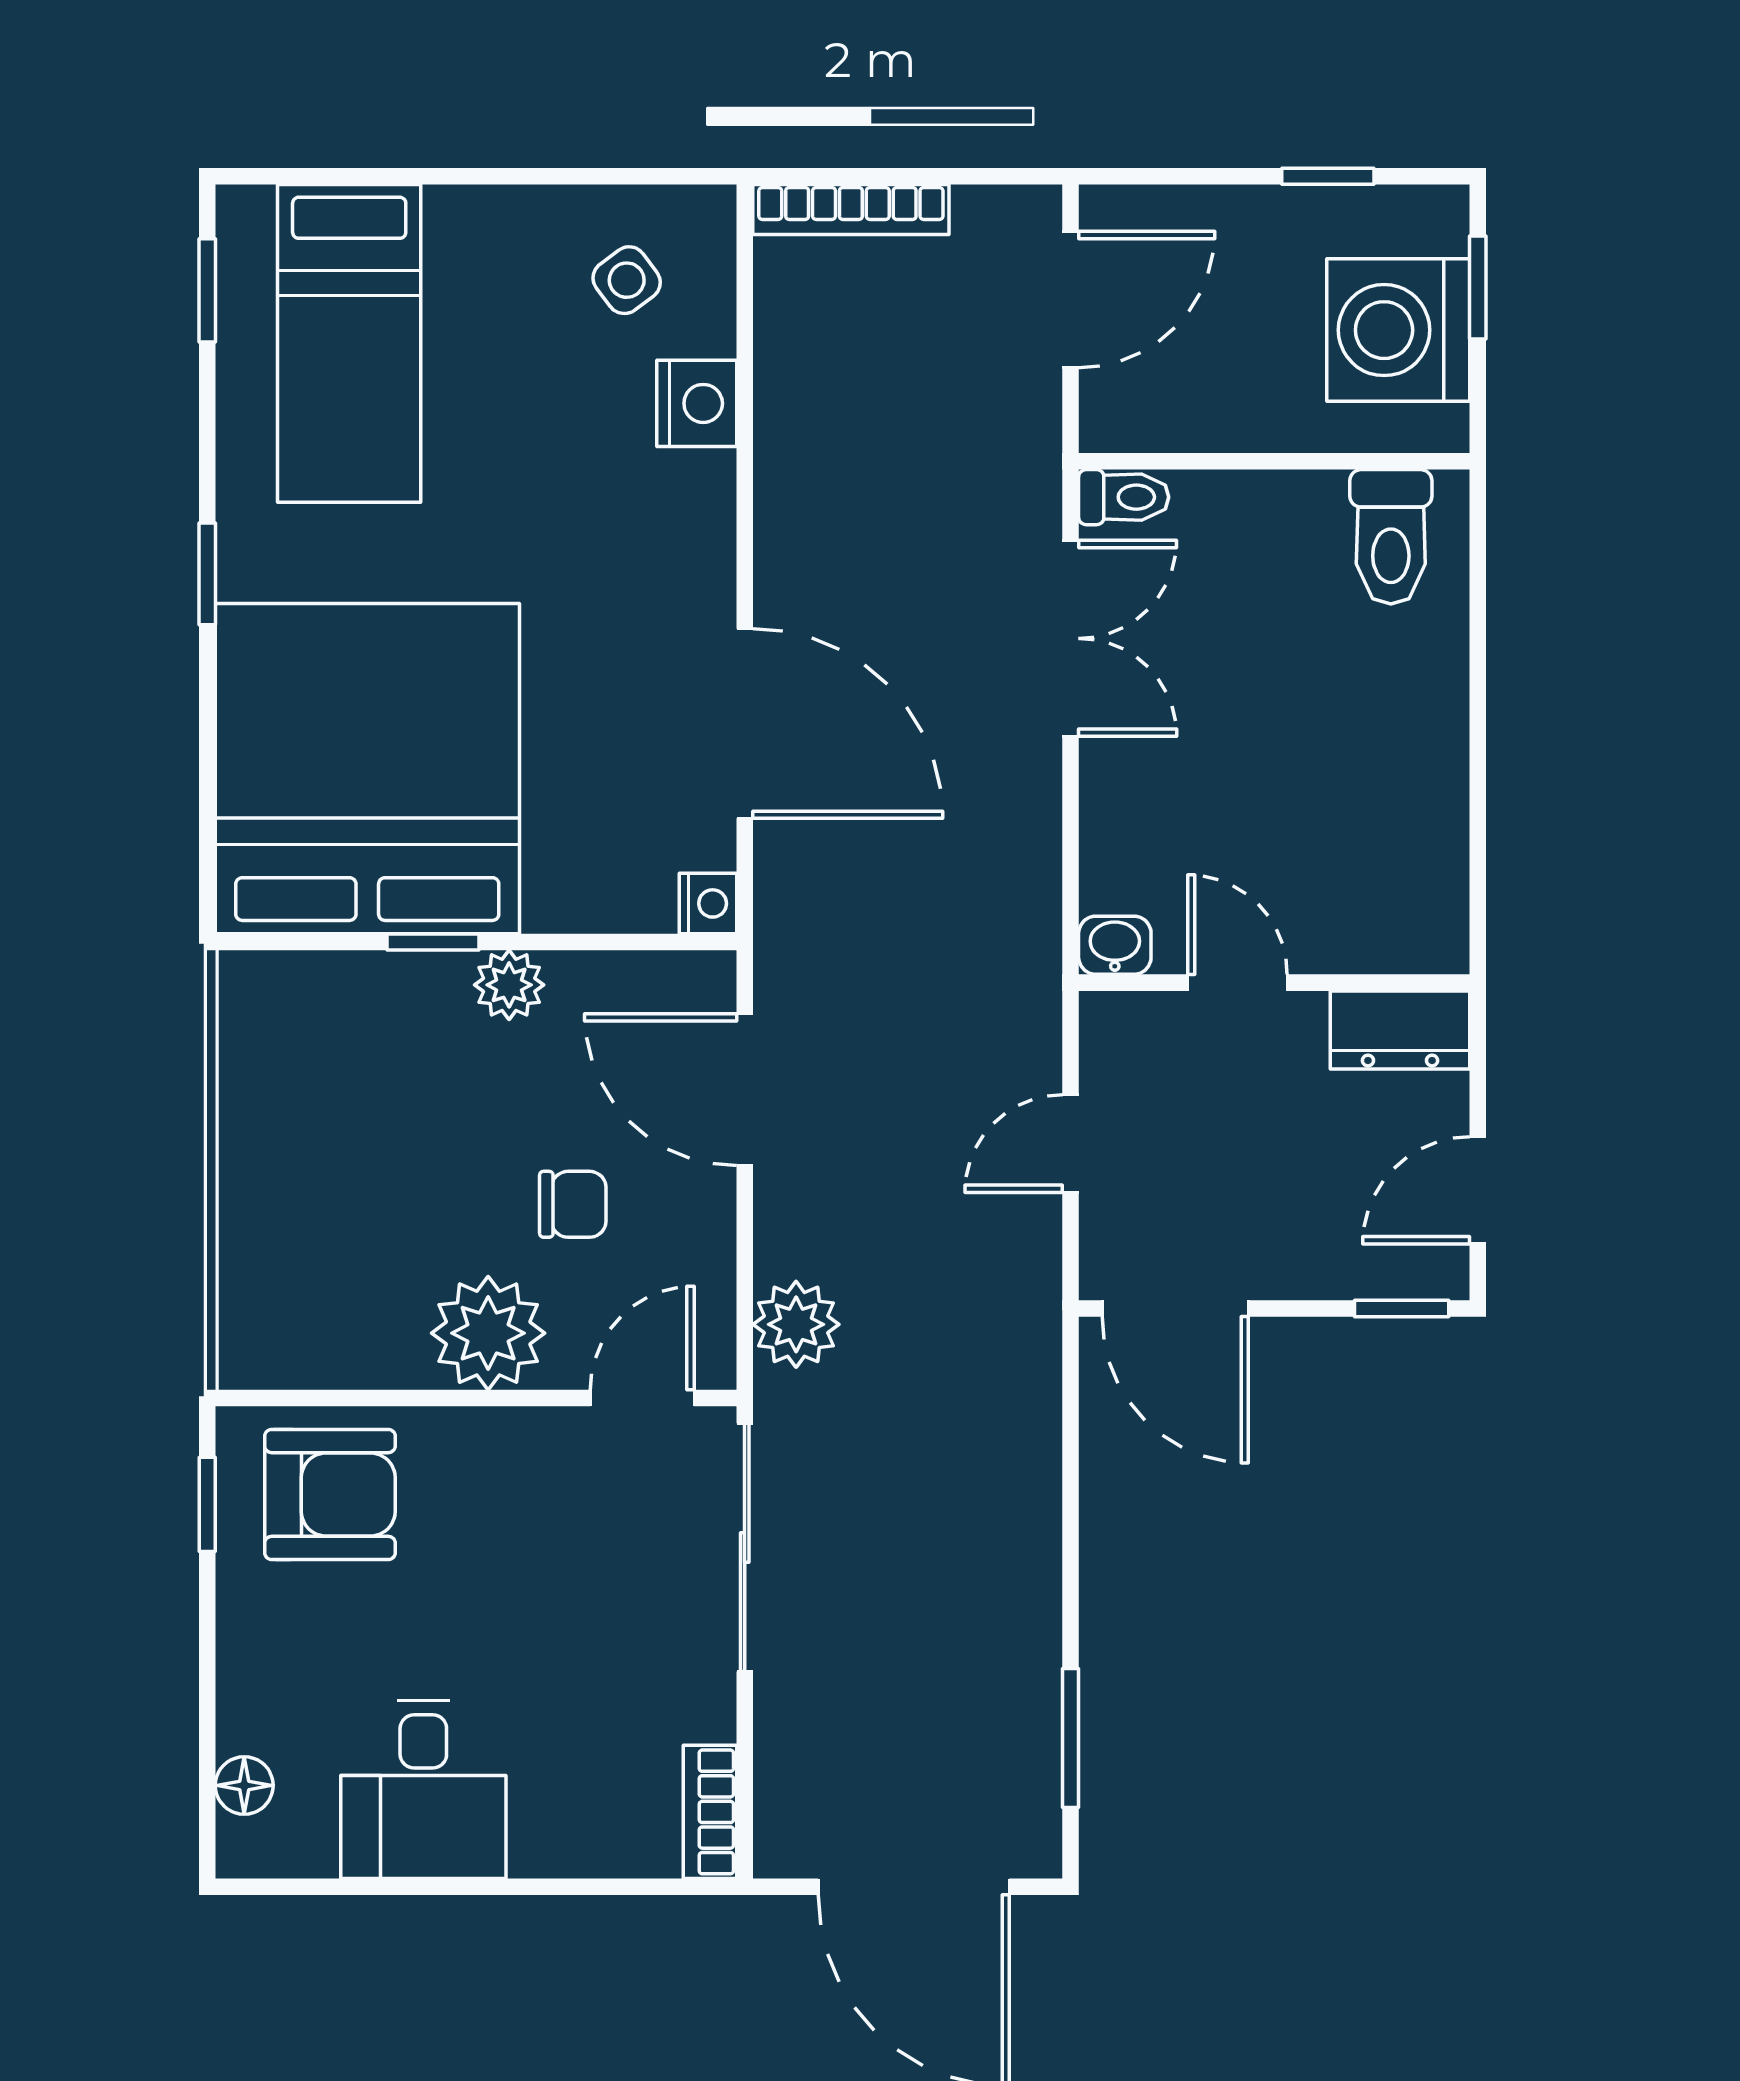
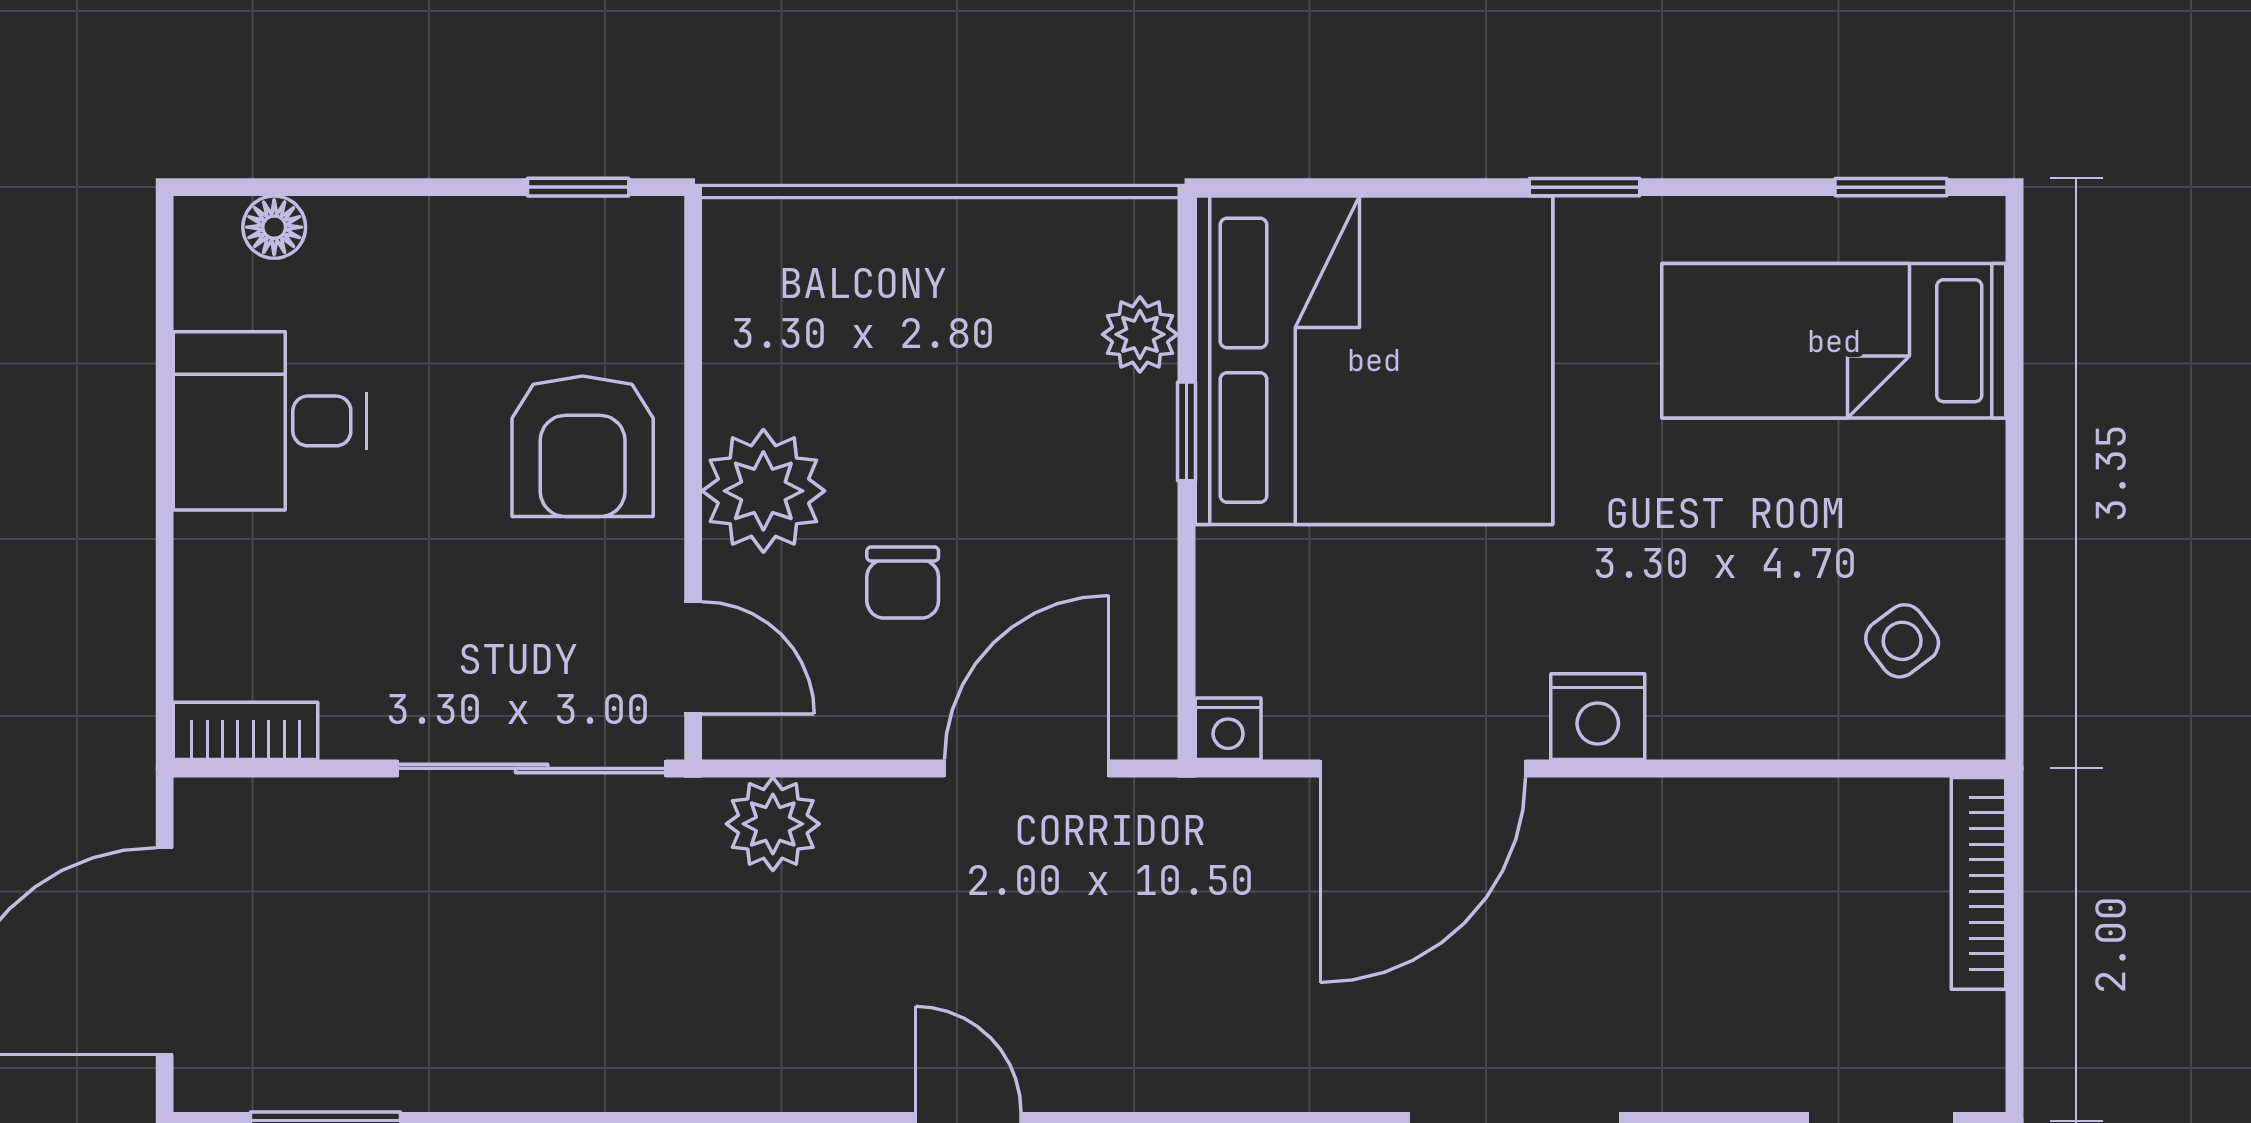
nightstand: (697, 403) -> (1598, 717), moved
plant: (509, 985) -> (1140, 334), moved
armchair: (330, 1494) -> (583, 446), moved

